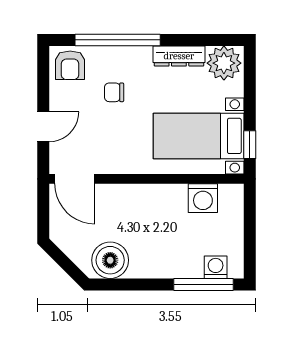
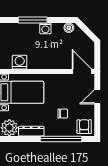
boiler: (110, 260) -> (69, 28), width x0.54, depth x0.54
washing machine: (216, 267) -> (45, 28), moved
window: (203, 284) -> (33, 20), moved

